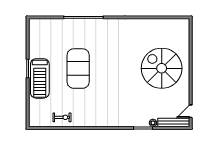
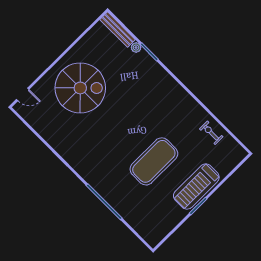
spiral stairs: (162, 68) -> (80, 88), turned -90
treadmill: (40, 78) -> (196, 187), turned 180
door: (191, 111) -> (23, 94), moved

